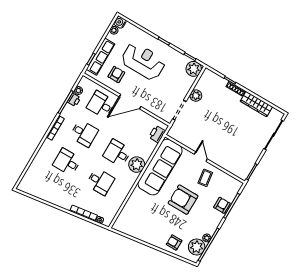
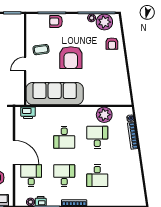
desk: (101, 105) -> (31, 176), turned 180
plant: (137, 165) -> (104, 115), moved

